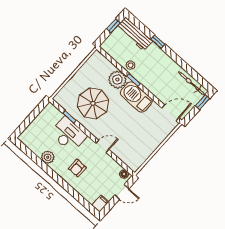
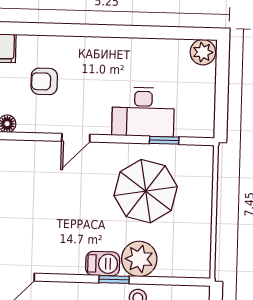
barbecue: (136, 97) -> (103, 264), width x0.53, depth x0.65
plant: (48, 157) -> (203, 52), moved
armchair: (77, 168) -> (44, 81), moved, turned -90

